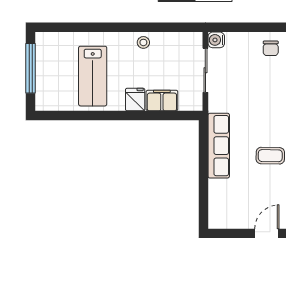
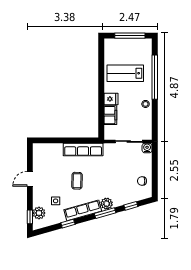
window: (99, 27) -> (155, 77), added
door: (267, 233) -> (30, 179), swing flipped

